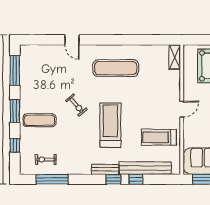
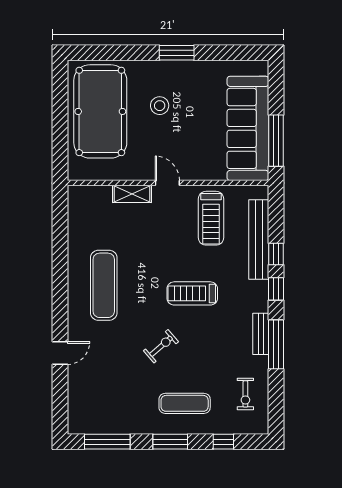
shelving: (175, 57) -> (132, 194), moved
exercise mat: (40, 120) -> (185, 403), turned 90
treadmill: (110, 125) -> (192, 293), width x0.73, depth x0.73
bench: (105, 169) -> (261, 334), moved
window: (52, 179) -> (276, 344), moved

